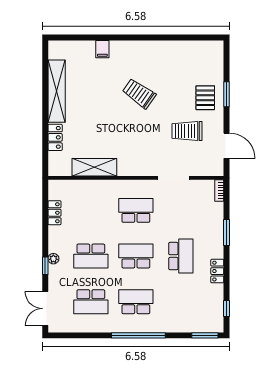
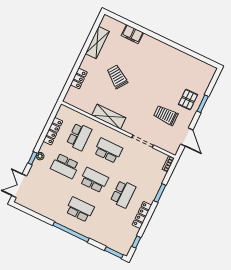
filing cabinet: (102, 49) -> (132, 34), width x2.00
shelving: (57, 91) -> (97, 43), width x0.68
trolley: (139, 93) -> (117, 77), moved
shelving: (94, 167) -> (109, 117), moved
locker: (54, 213) -> (53, 131), width x1.53
locker: (217, 271) -> (142, 215), width x1.53
school desk: (91, 302) -> (79, 137), moved, turned -90

